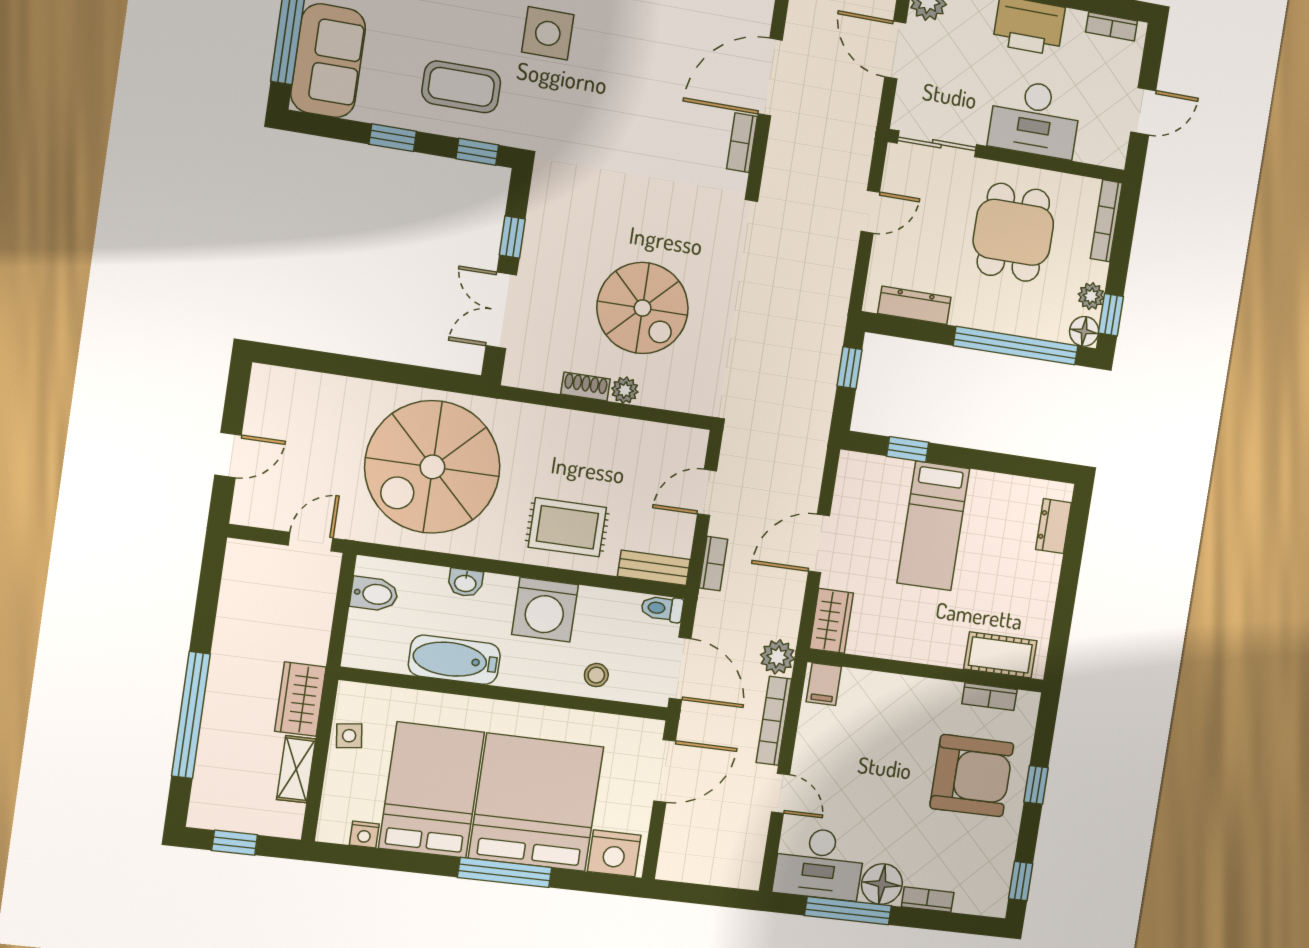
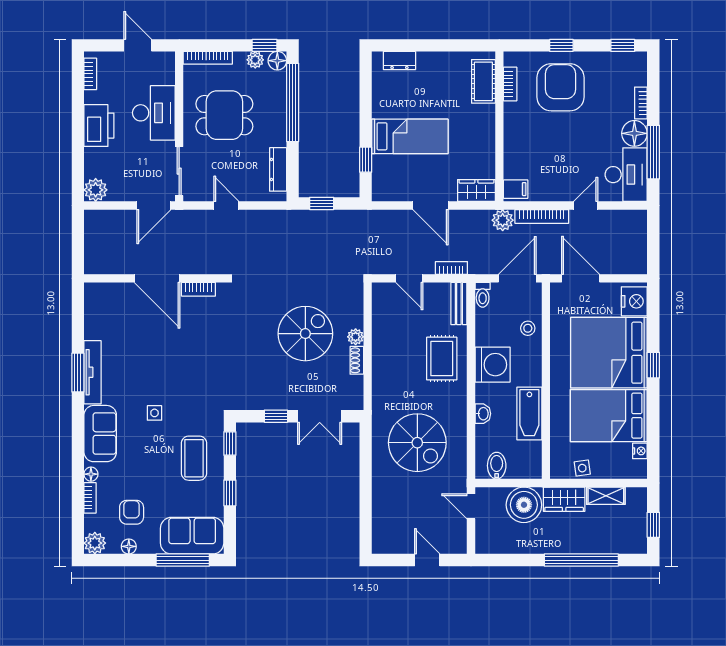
side table: (548, 33) -> (155, 413), width x0.54, depth x0.54
door: (895, 50) -> (154, 205), moved
spiral stairs: (432, 467) -> (417, 443), width x0.73, depth x0.73
boiler: (300, 631) -> (524, 505), added
window: (505, 873) -> (653, 365), width x0.46

